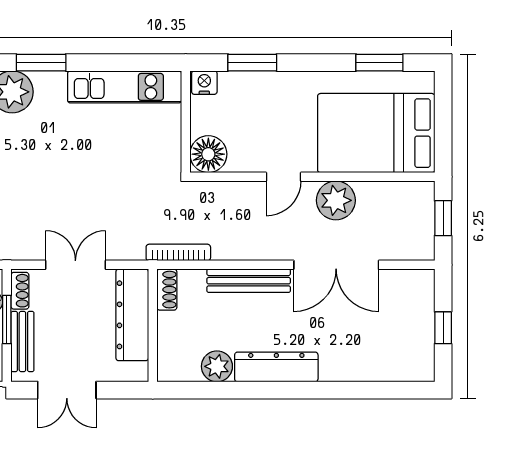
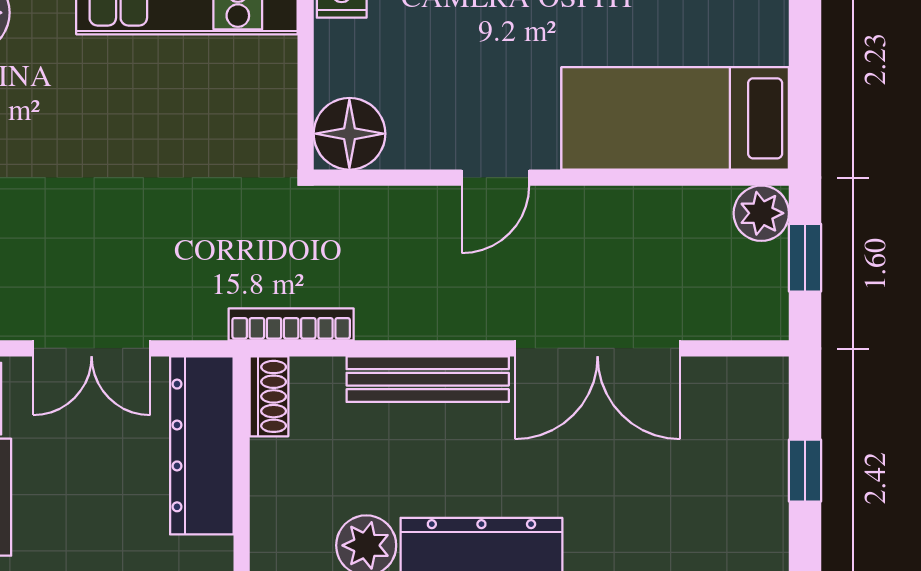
bed: (376, 133) -> (675, 118), width x0.67
plant: (336, 200) -> (761, 213), moved, width x0.73, depth x0.73
double door: (75, 265) -> (92, 348), swing flipped

